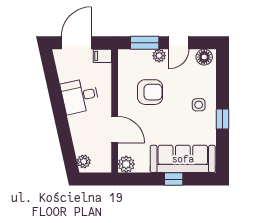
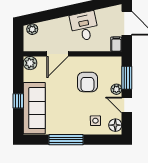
side table: (199, 105) -> (95, 121), moved
window: (222, 119) -> (66, 140), width x2.17

